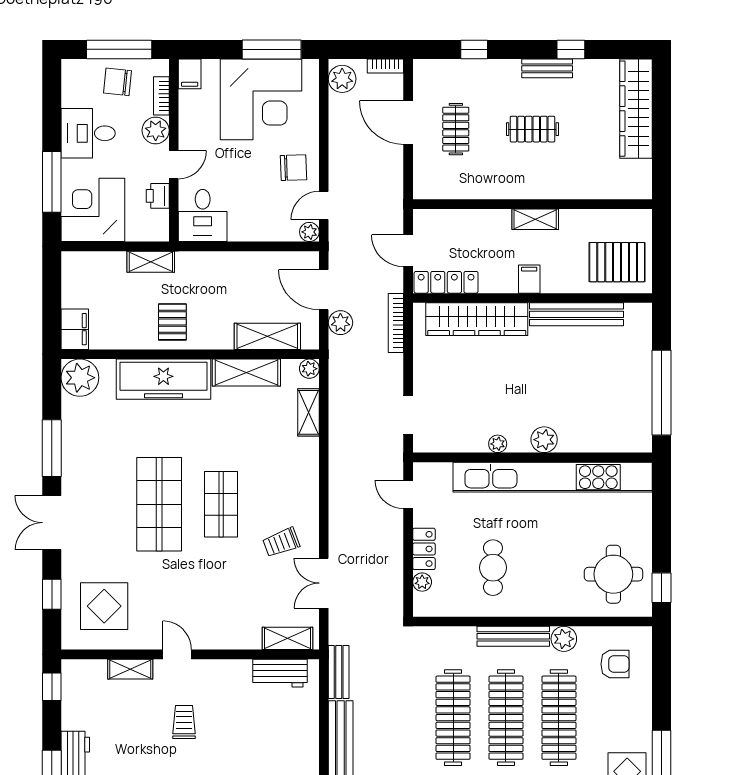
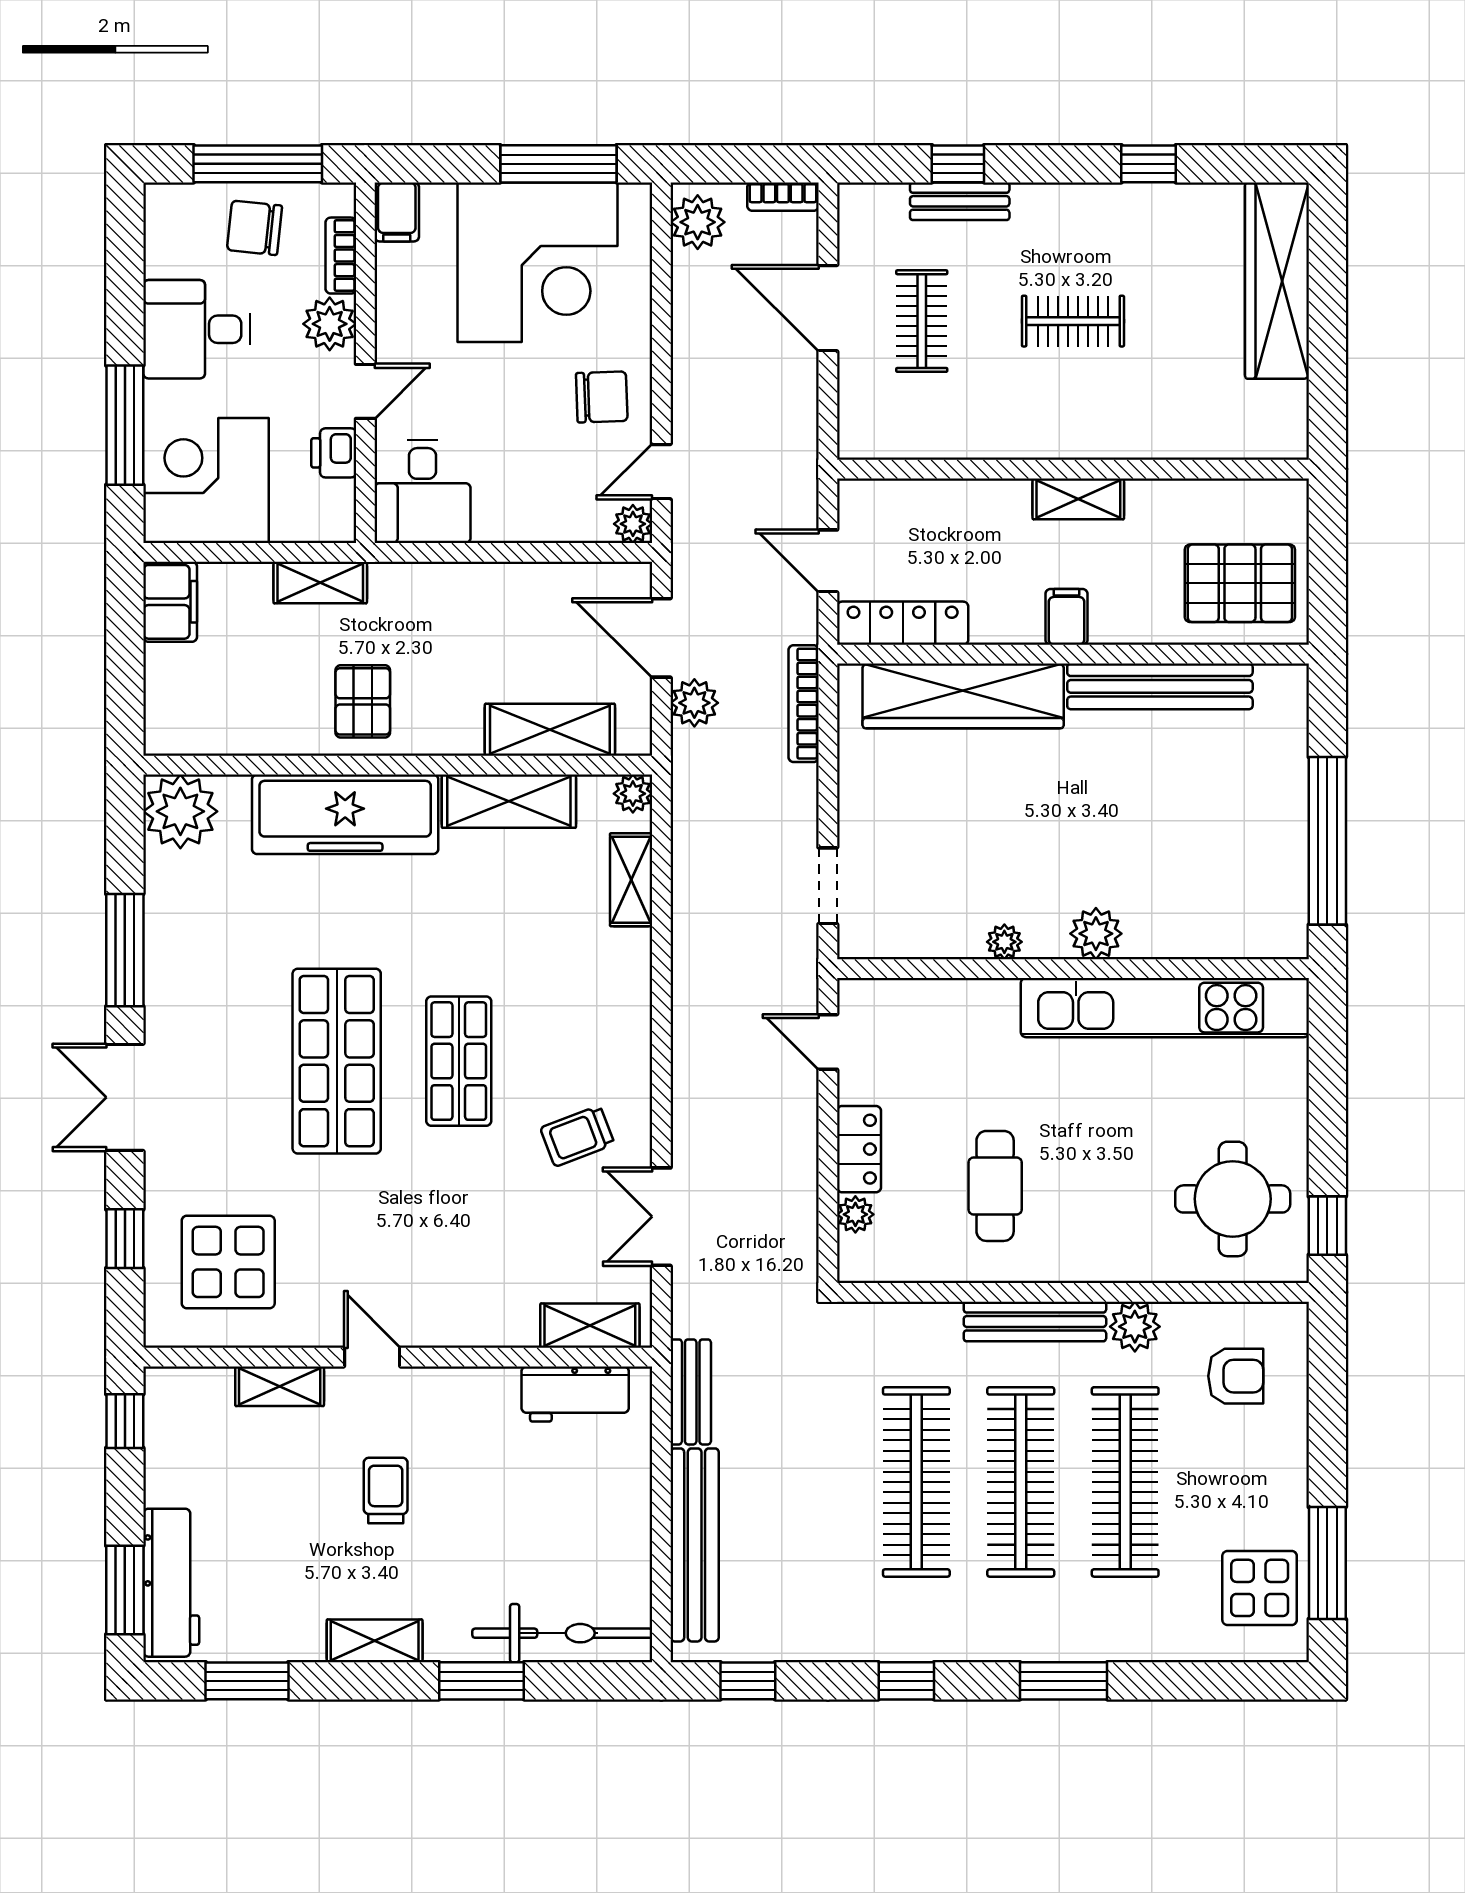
bench: (547, 68) -> (960, 201), moved
filing cabinet: (75, 329) -> (170, 602), moved
kitchen unit: (553, 477) -> (1165, 1008), width x0.73

